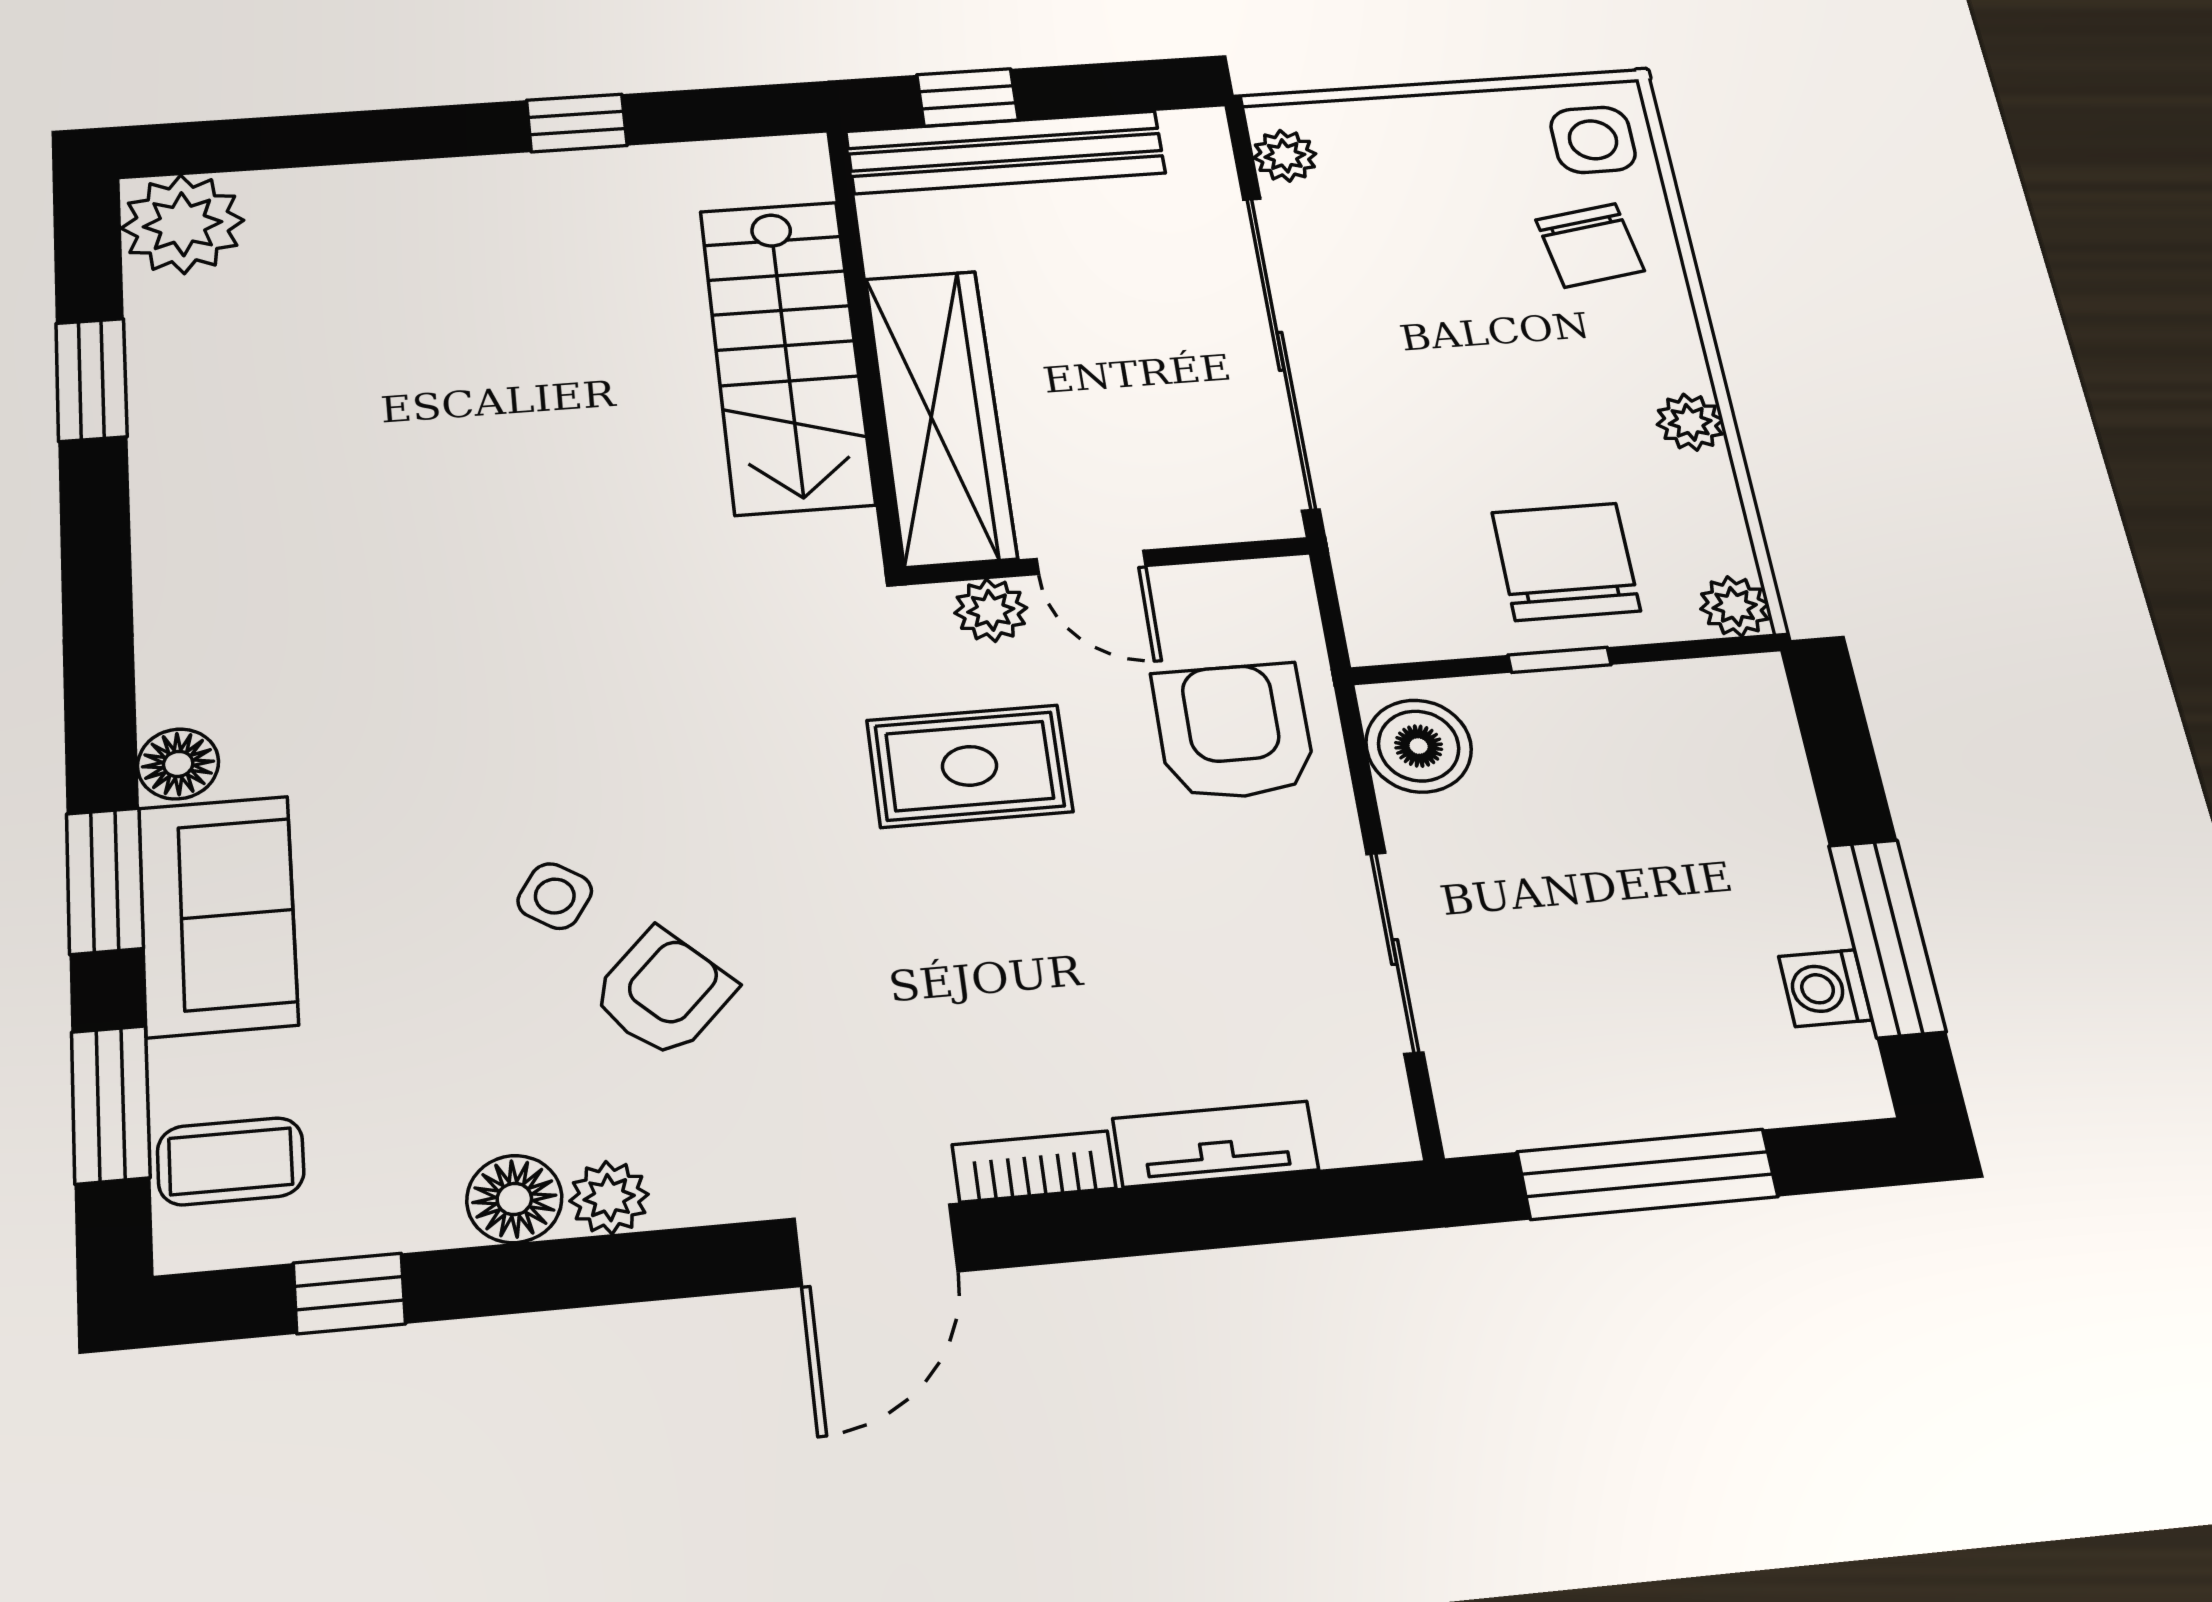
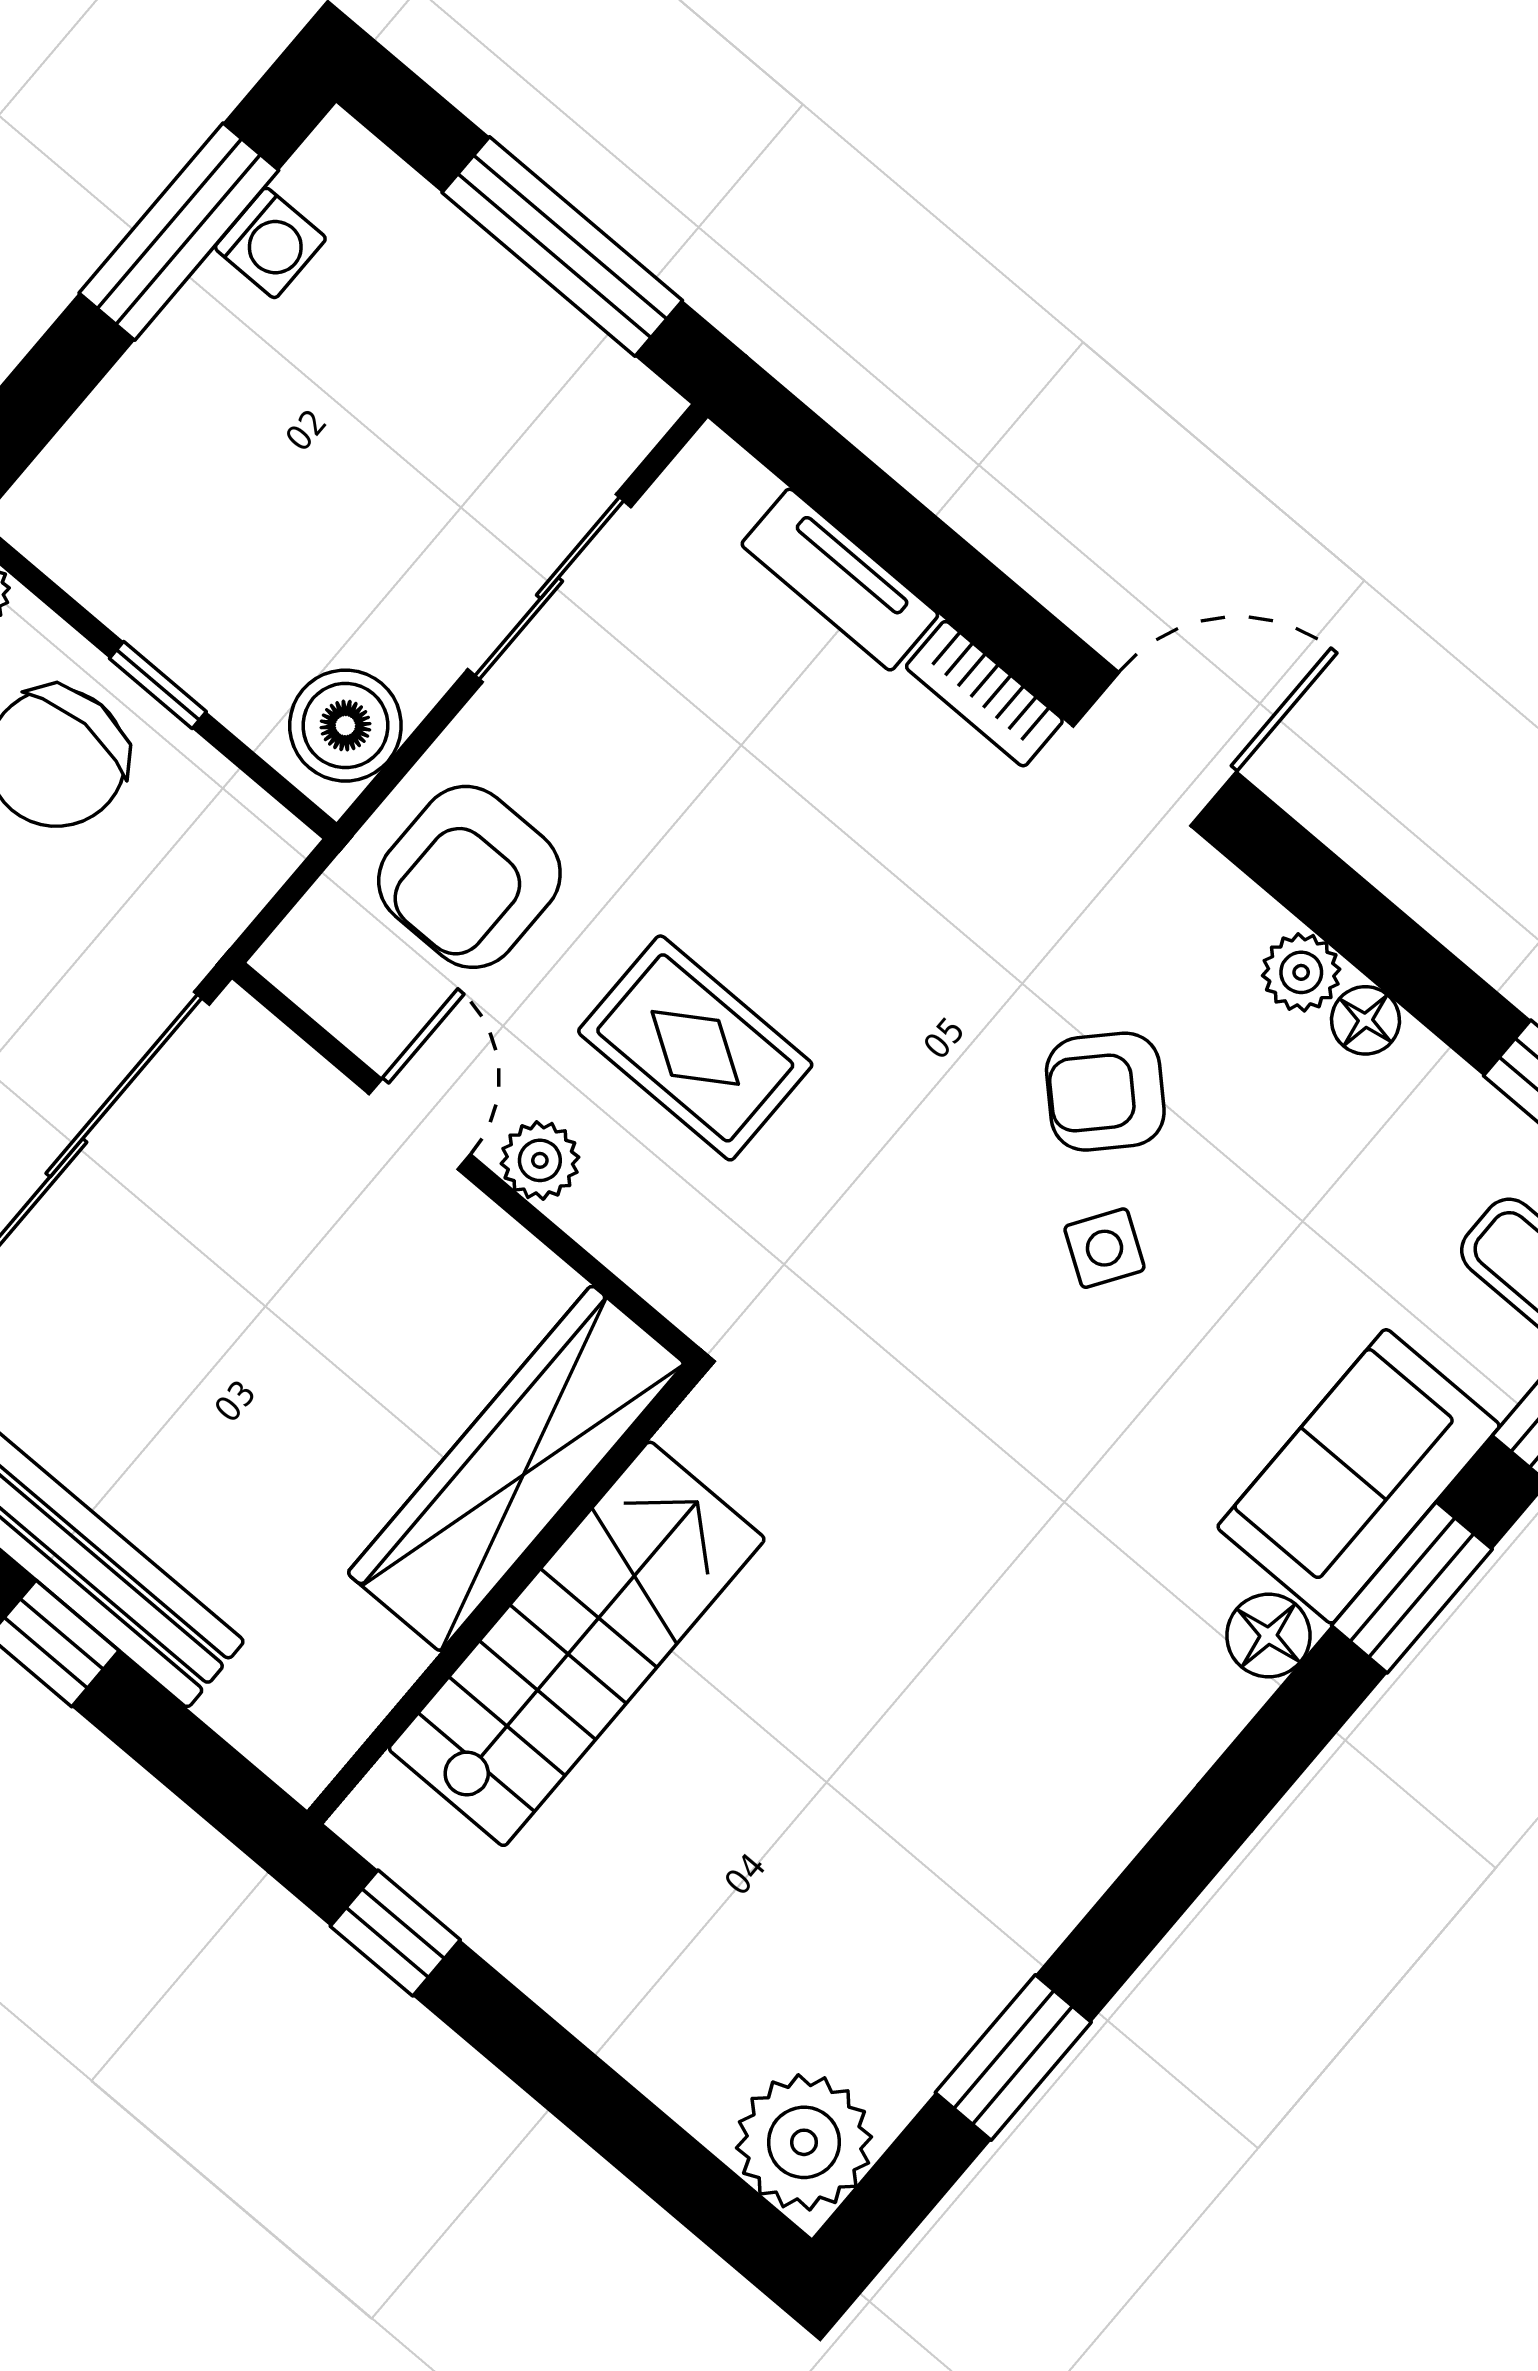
wall: (864, 344) -> (504, 1594), moved
stairs: (786, 356) -> (577, 1644), moved
wardrobe: (940, 417) -> (516, 1468), moved
floor lamp: (514, 1199) -> (1366, 1020), width x0.73, depth x0.73

